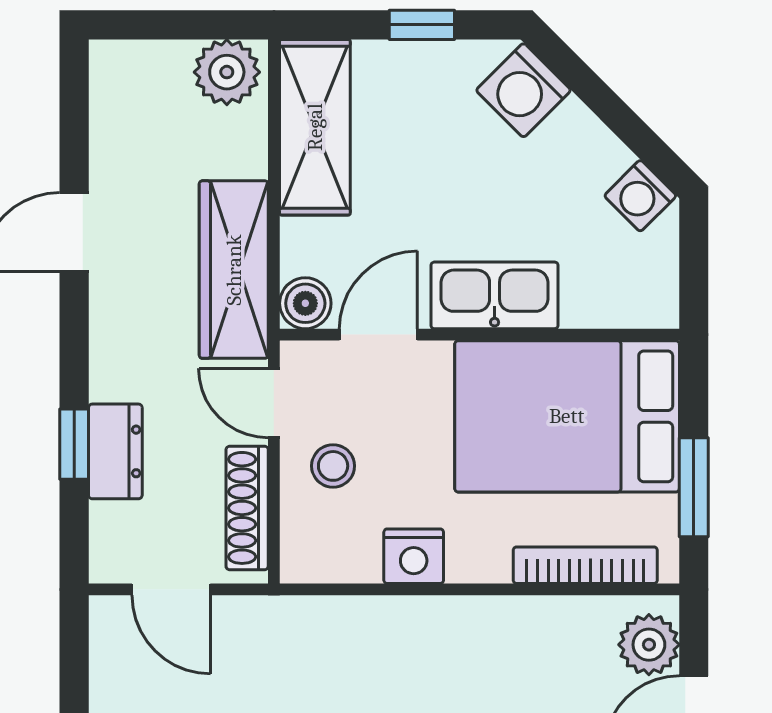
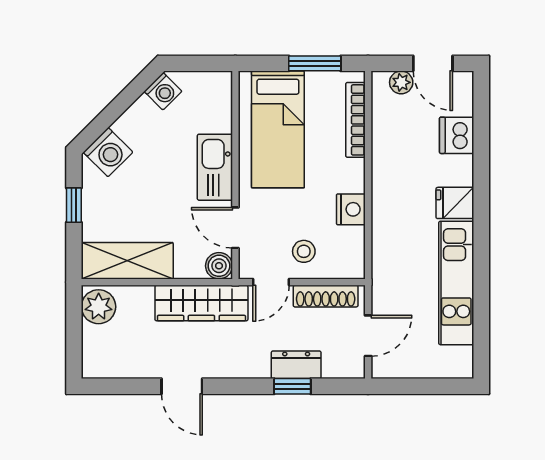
bed: (567, 416) -> (278, 129), width x0.67
plant: (649, 645) -> (401, 82), width x0.73, depth x0.73

